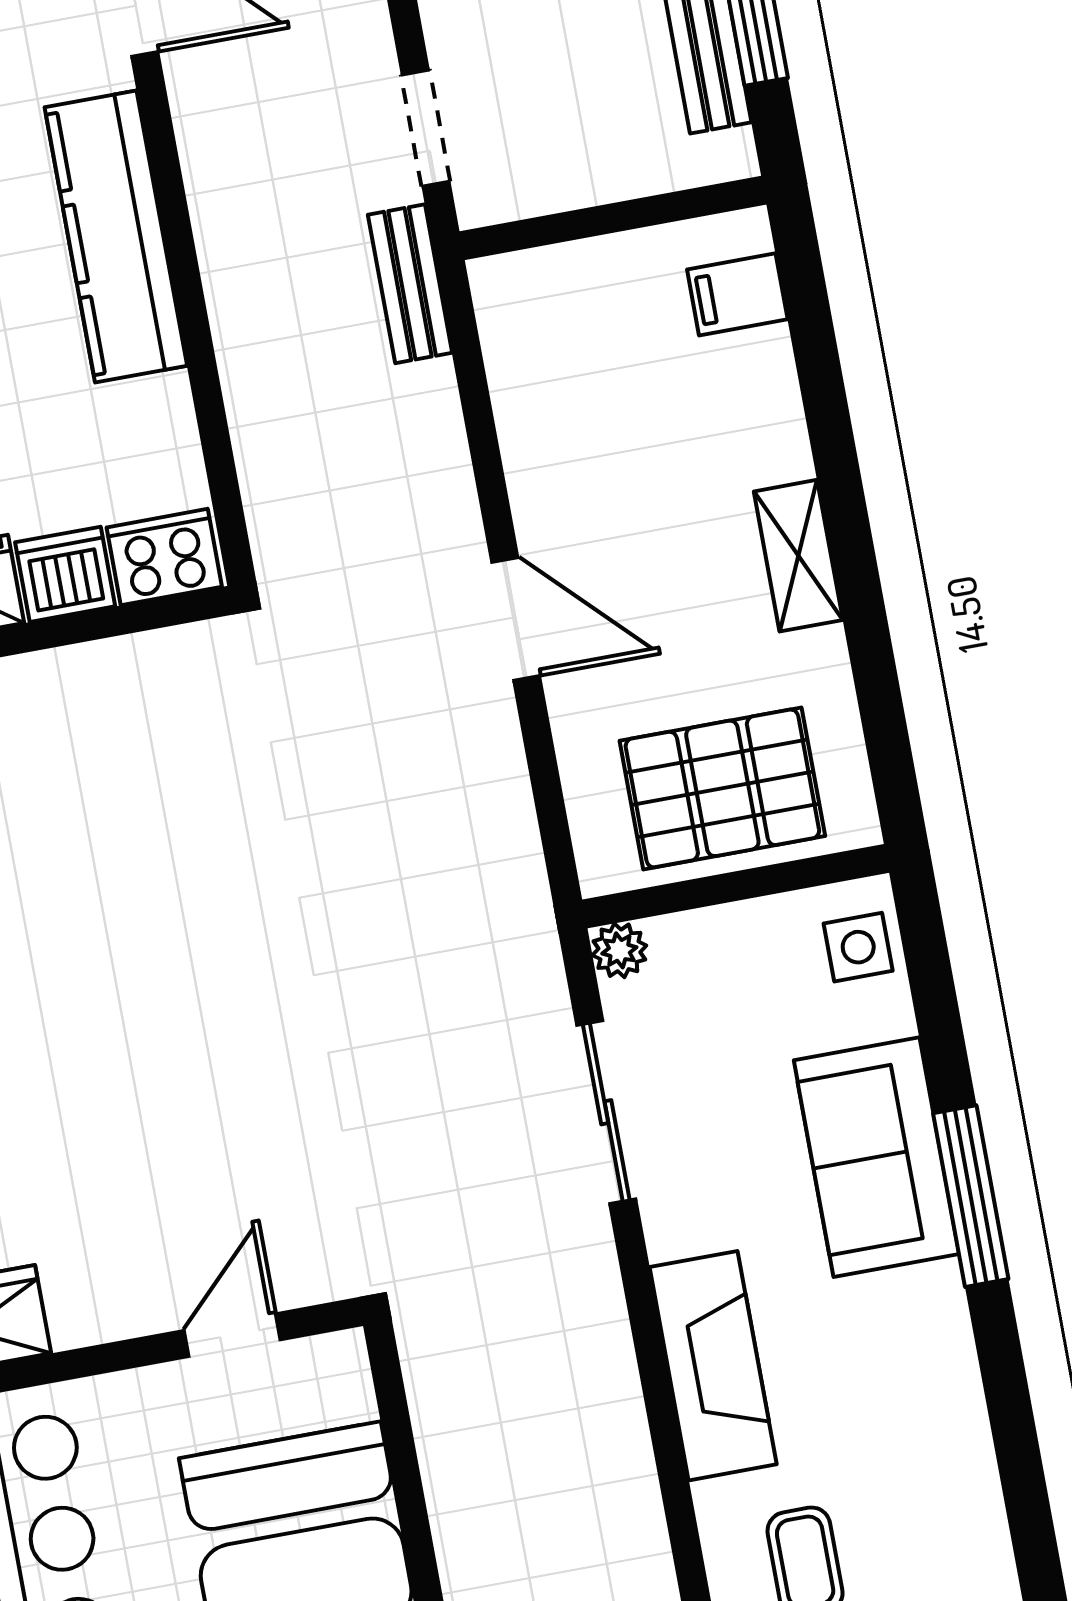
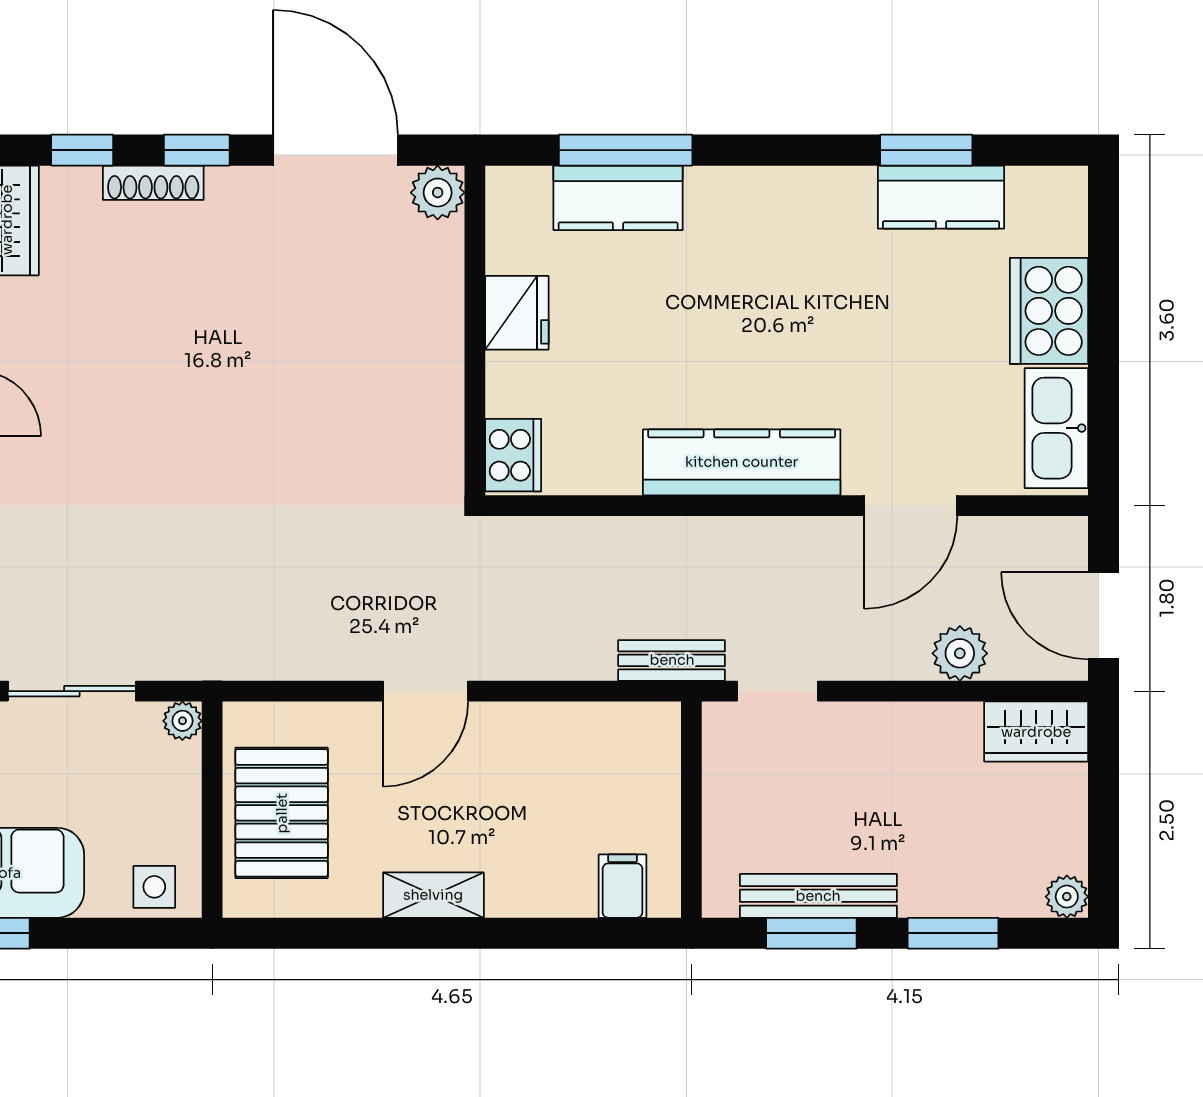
dishwasher: (65, 574) -> (514, 384), removed

